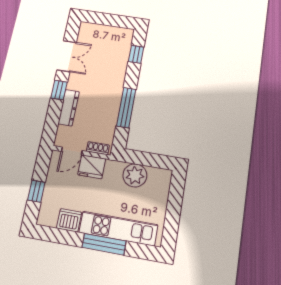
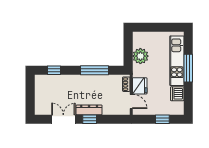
dresser: (69, 108) -> (89, 110), moved

